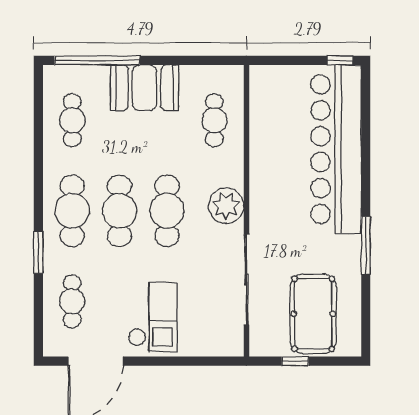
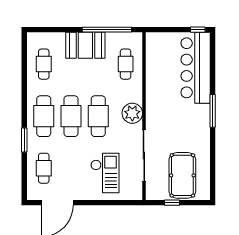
window: (97, 60) -> (107, 30), moved
bar counter: (336, 149) -> (196, 68), width x0.73
window: (366, 245) -> (213, 111), moved
checkout: (153, 317) -> (105, 173), moved

